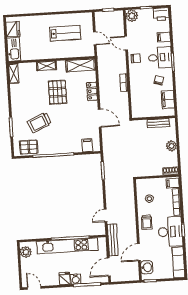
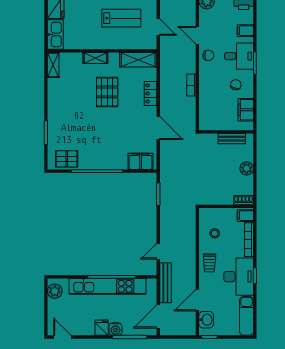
trolley: (39, 123) -> (82, 129), removed
filing cabinet: (87, 145) -> (141, 161), width x2.00

